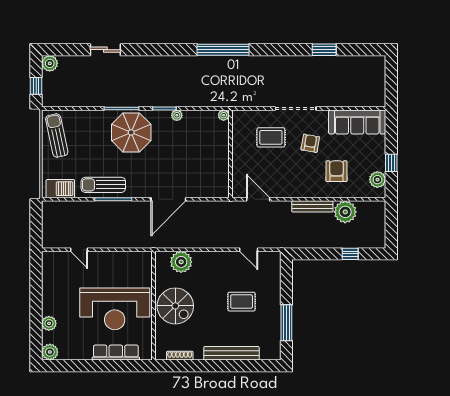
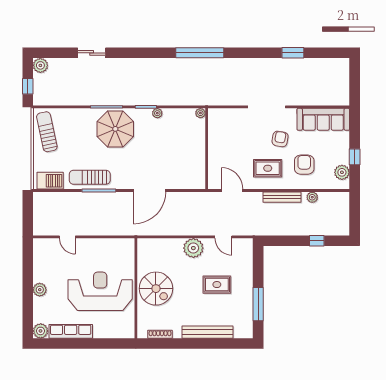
rug: (271, 137) -> (268, 168), moved
plant: (345, 212) -> (312, 197), width x0.53, depth x0.53
plant: (181, 262) -> (193, 248), moved
reception desk: (115, 309) -> (100, 291), turned 180
plant: (49, 323) -> (40, 290), moved
row of seats: (116, 353) -> (71, 331), moved

